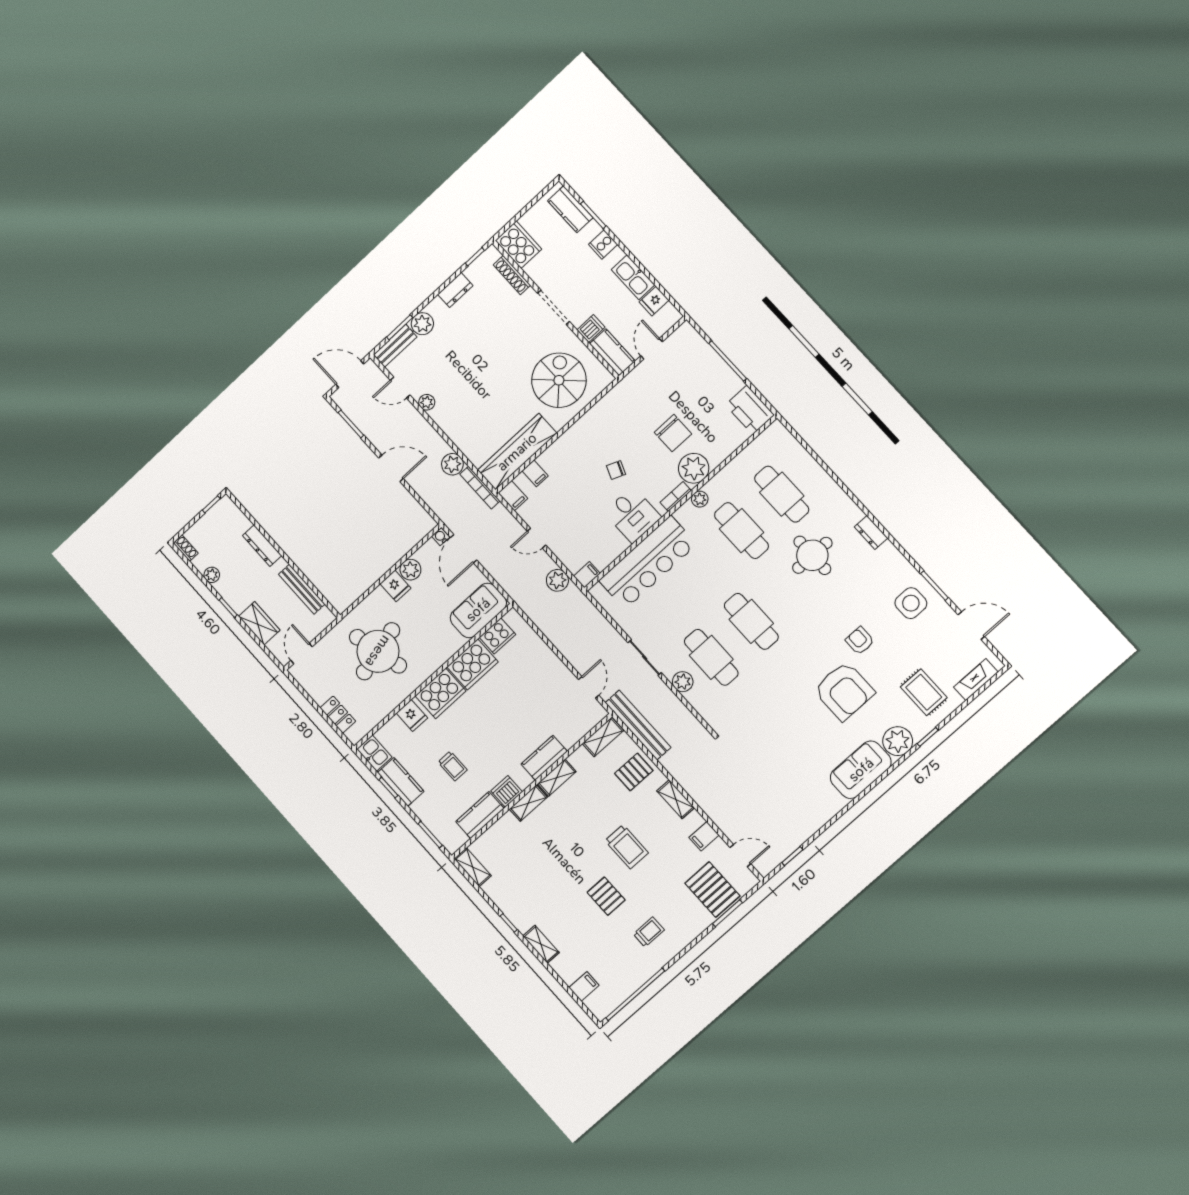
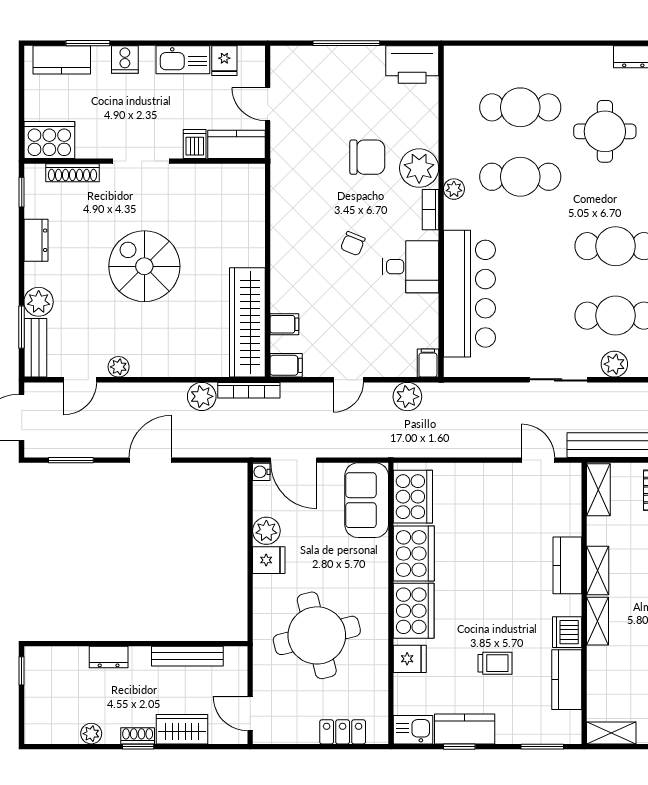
spiral stairs: (559, 380) -> (144, 266), moved
dresser: (262, 546) -> (109, 657), width x0.70
shoe rack: (186, 548) -> (138, 736), moved
cooker: (497, 636) -> (413, 497), width x1.37, depth x1.31

